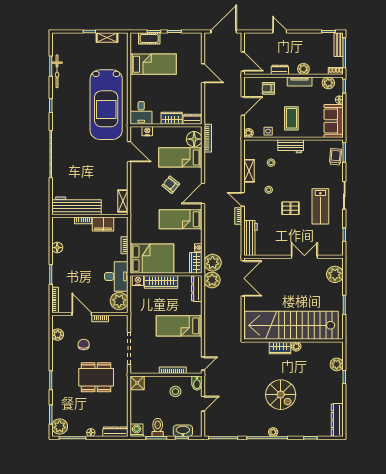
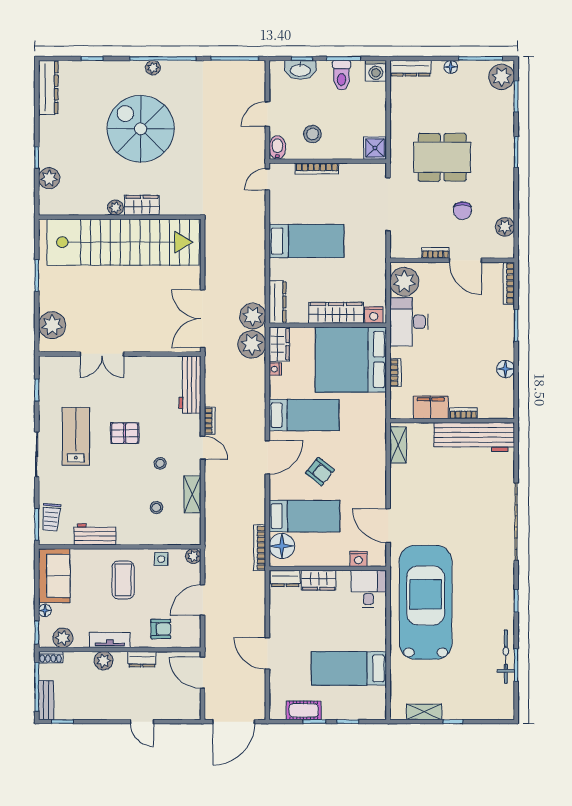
cot: (149, 38) -> (304, 710), moved
workbench: (291, 146) -> (95, 534), moved
bed: (152, 259) -> (351, 360), width x1.36
spiral stairs: (281, 395) -> (141, 129), width x1.37, depth x1.37

